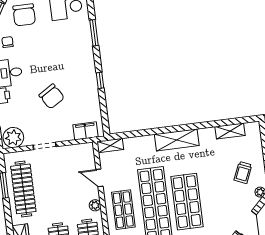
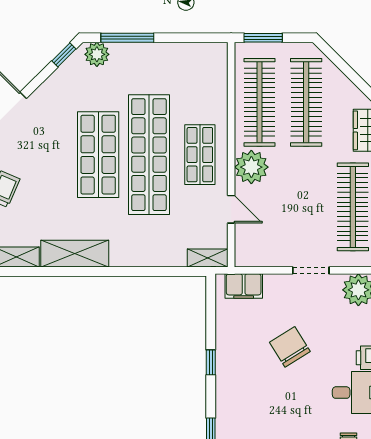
shelving: (177, 140) -> (75, 254), moved
plant: (95, 205) -> (251, 167), width x1.87, depth x1.87

